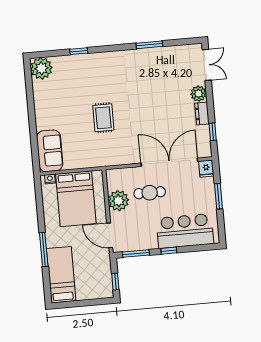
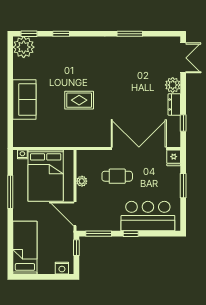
window: (46, 54) -> (29, 34), added
rug: (103, 118) -> (79, 100), turned 90
sofa: (50, 151) -> (24, 100), moved
plant: (118, 201) -> (82, 181), width x0.53, depth x0.53
window: (44, 250) -> (10, 192), moved
window: (115, 282) -> (76, 248), moved
nightstand: (101, 292) -> (62, 268), added

